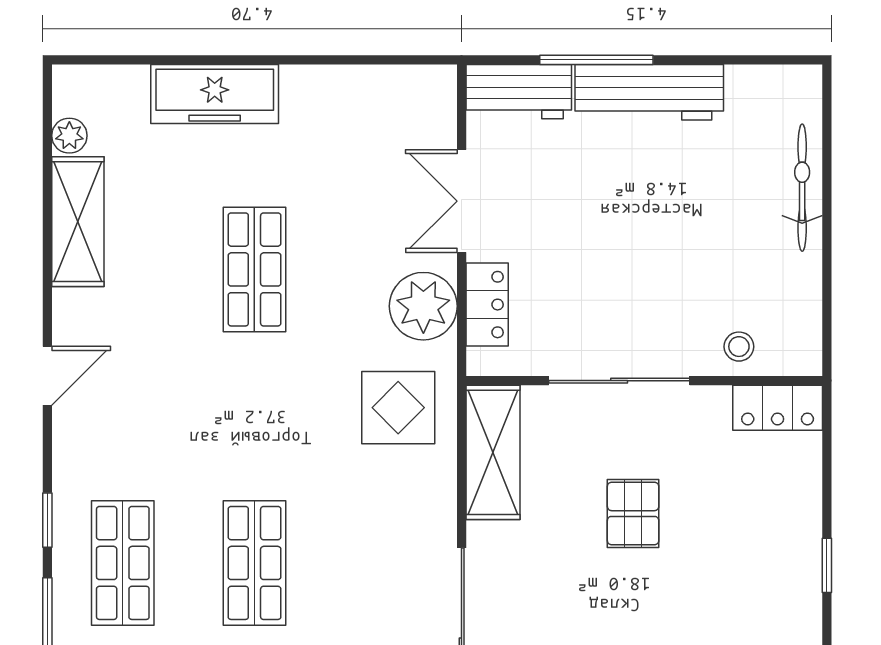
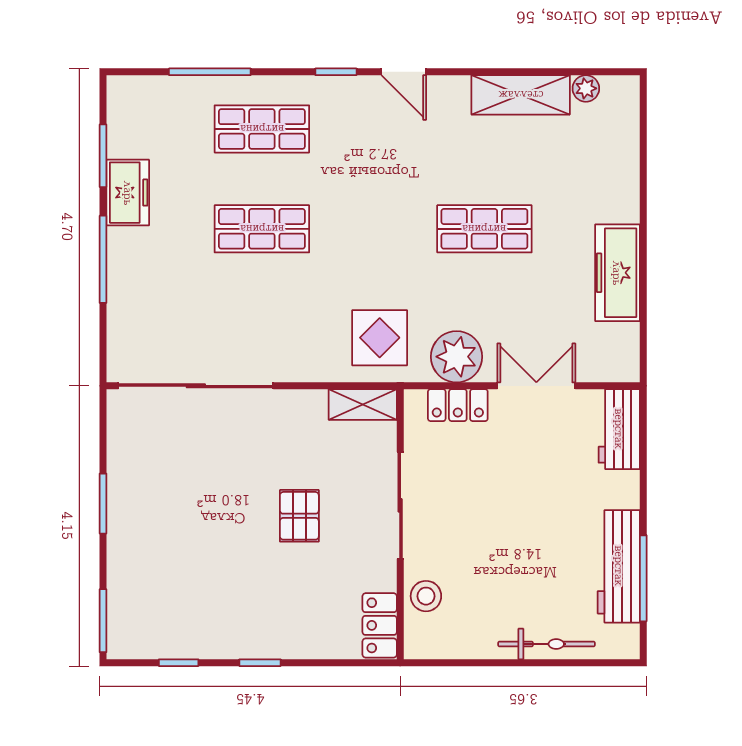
window: (596, 60) -> (643, 578), moved
workbench: (649, 92) -> (619, 566), moved
freezer: (215, 94) -> (617, 273), moved
stool: (739, 347) -> (426, 596), width x1.37, depth x1.37
shelving: (493, 452) -> (363, 404), width x0.67, depth x0.75
pallet: (633, 514) -> (299, 516), turned 90
window: (47, 520) -> (336, 72), moved

